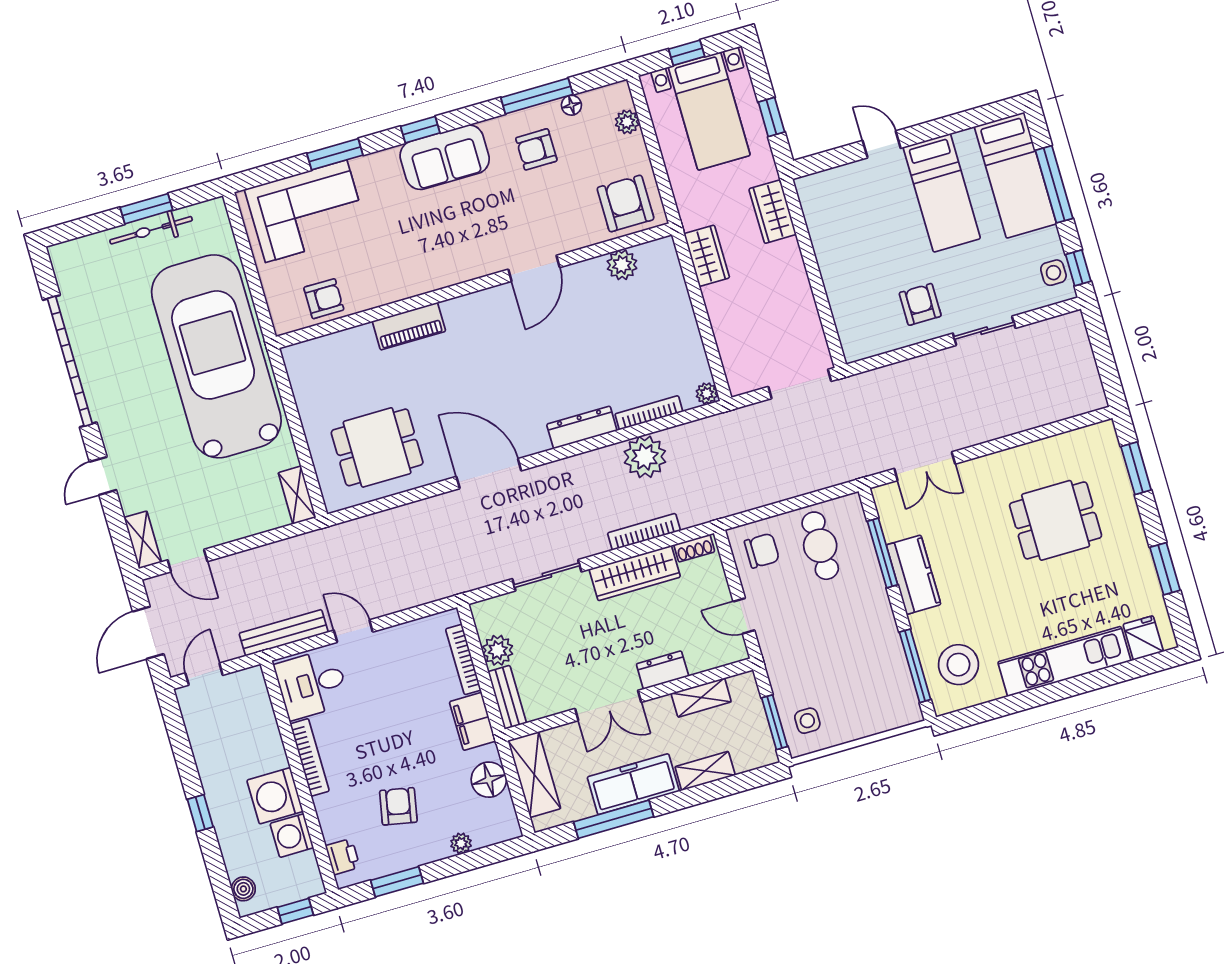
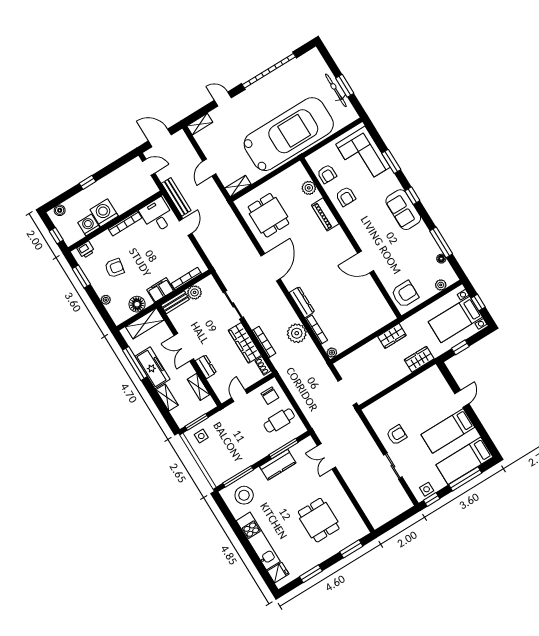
armchair: (536, 149) -> (346, 197), moved, turned 180
plant: (622, 265) -> (309, 188), moved
door: (187, 561) -> (209, 168), moved

